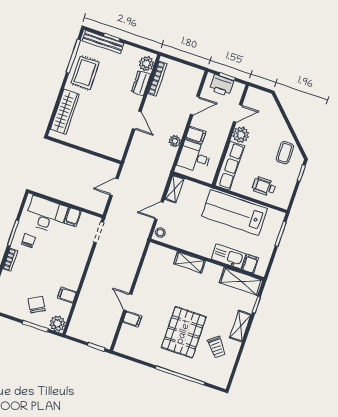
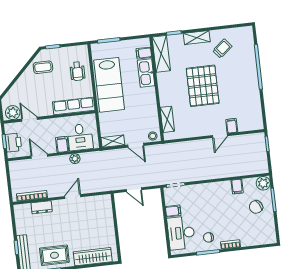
plant: (146, 64) -> (24, 210), removed
plant: (241, 135) -> (13, 113), moved
shelving: (189, 262) -> (167, 119), moved
pallet: (184, 332) -> (203, 86), moved, turned 90

